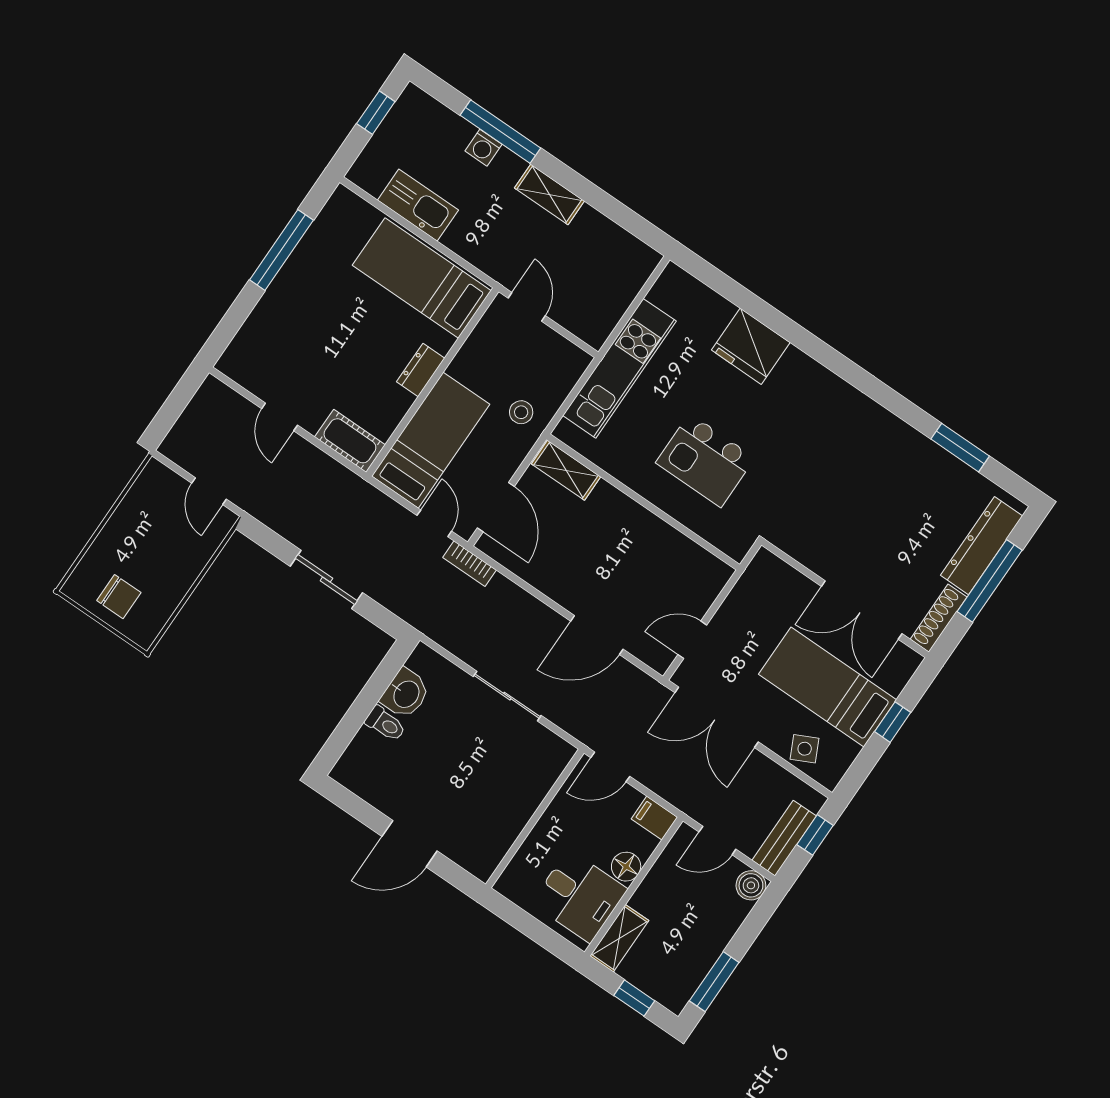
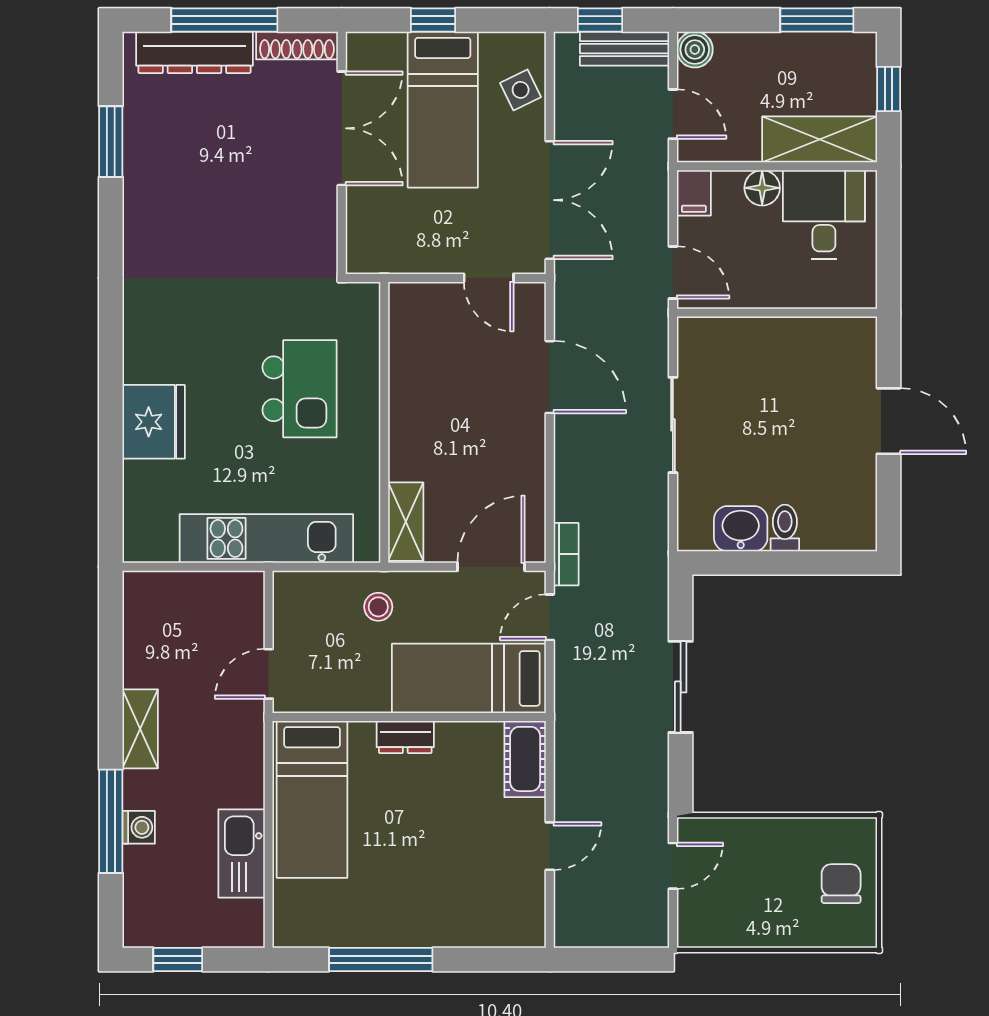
shelving: (619, 938) -> (820, 139), width x1.50, depth x1.33

